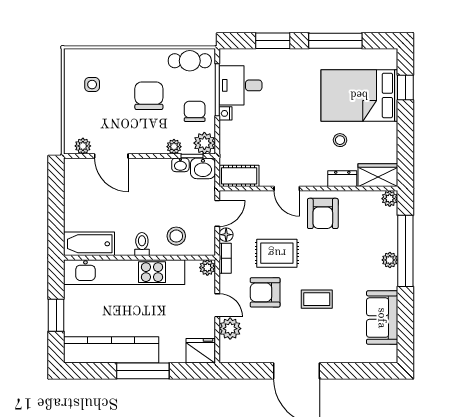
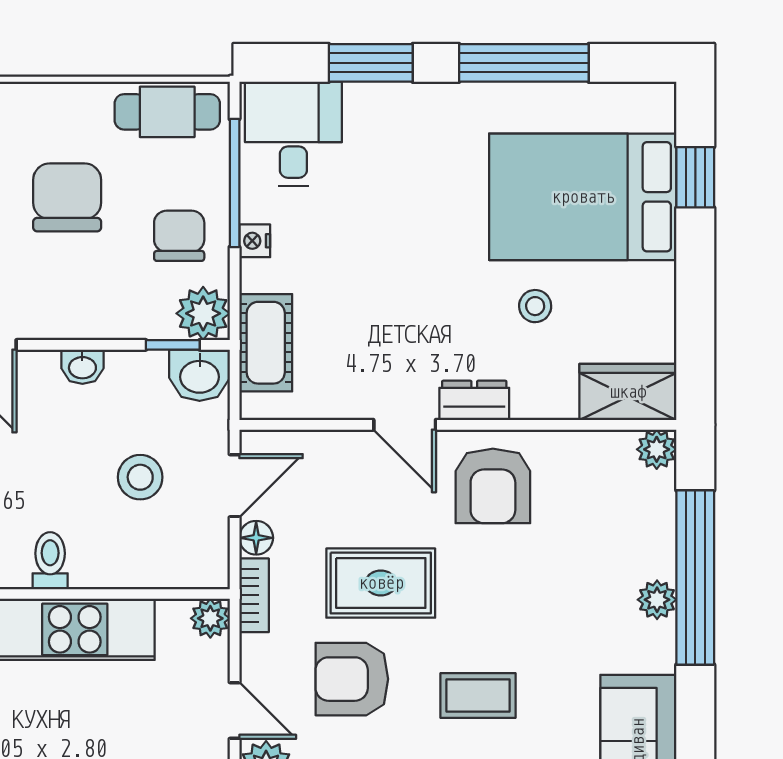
desk: (241, 85) -> (293, 134), moved, turned 90
plant: (174, 147) -> (129, 322), removed
washbasin: (180, 165) -> (82, 367), moved
cot: (239, 176) -> (266, 343), moved, turned 90
dresser: (342, 179) -> (474, 400), moved
stool: (176, 236) -> (140, 477), moved

